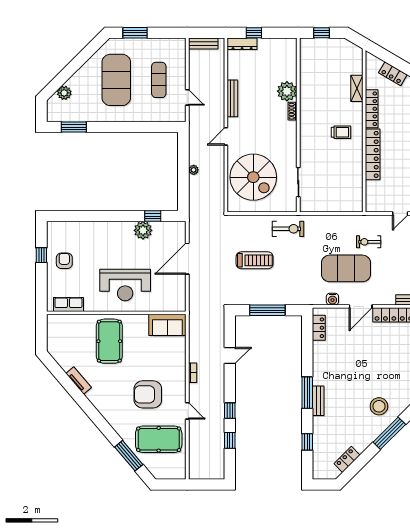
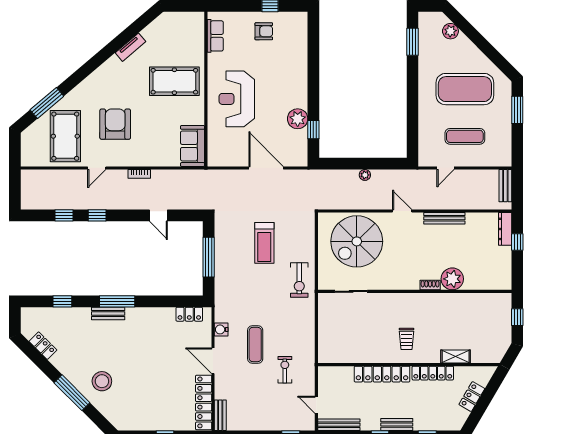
exercise mat: (346, 268) -> (255, 345), width x0.50, depth x0.69

